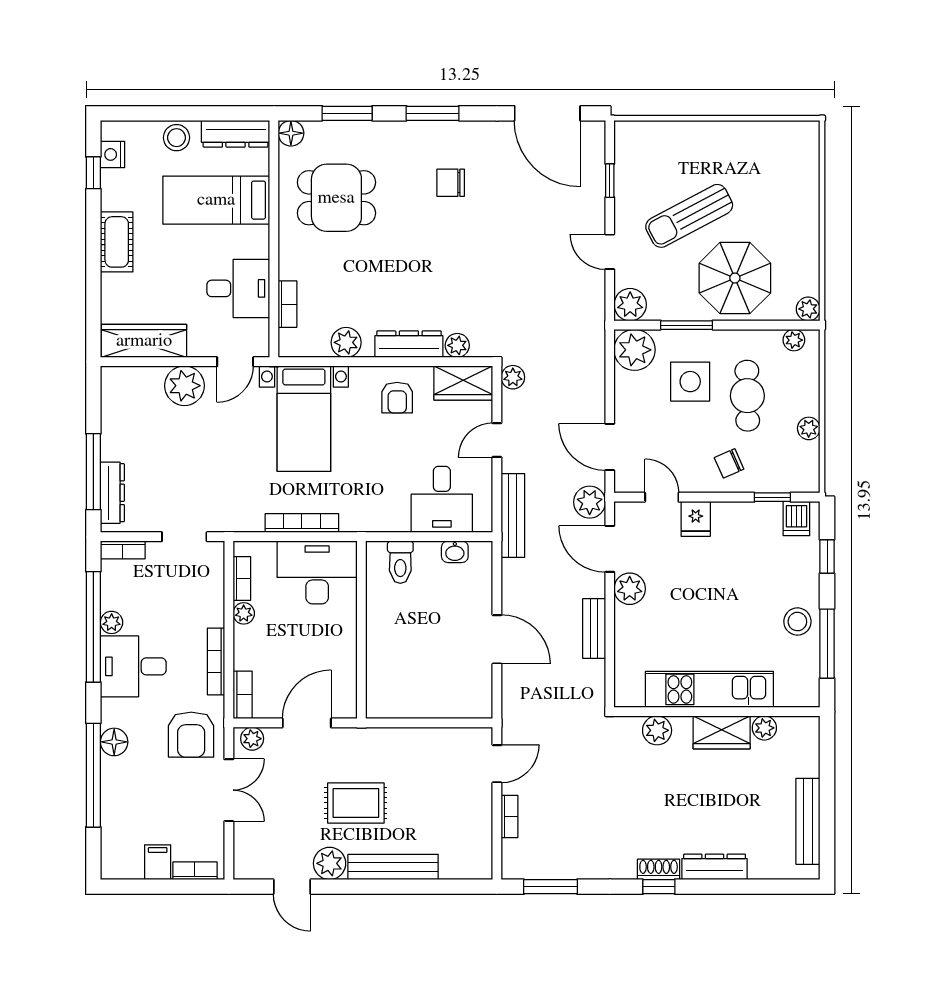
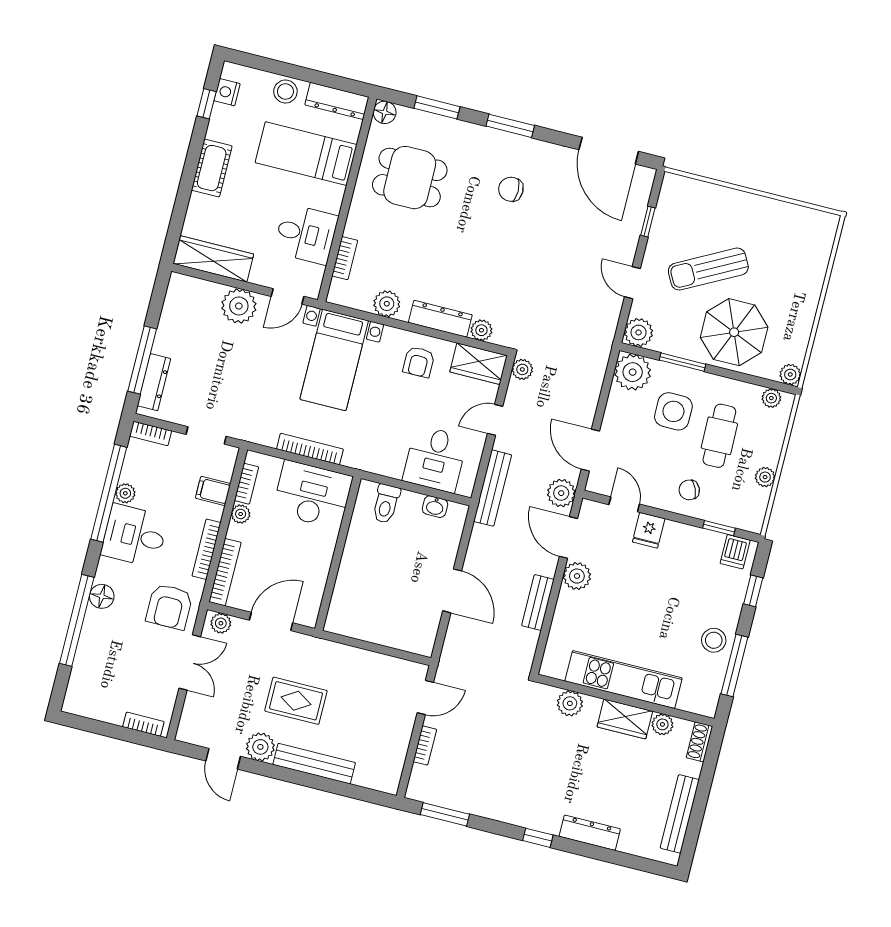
bookcase: (243, 695) -> (225, 572), width x1.56
filing cabinet: (158, 862) -> (213, 491), moved, turned -90
shoe rack: (659, 869) -> (699, 742), moved, turned -90

